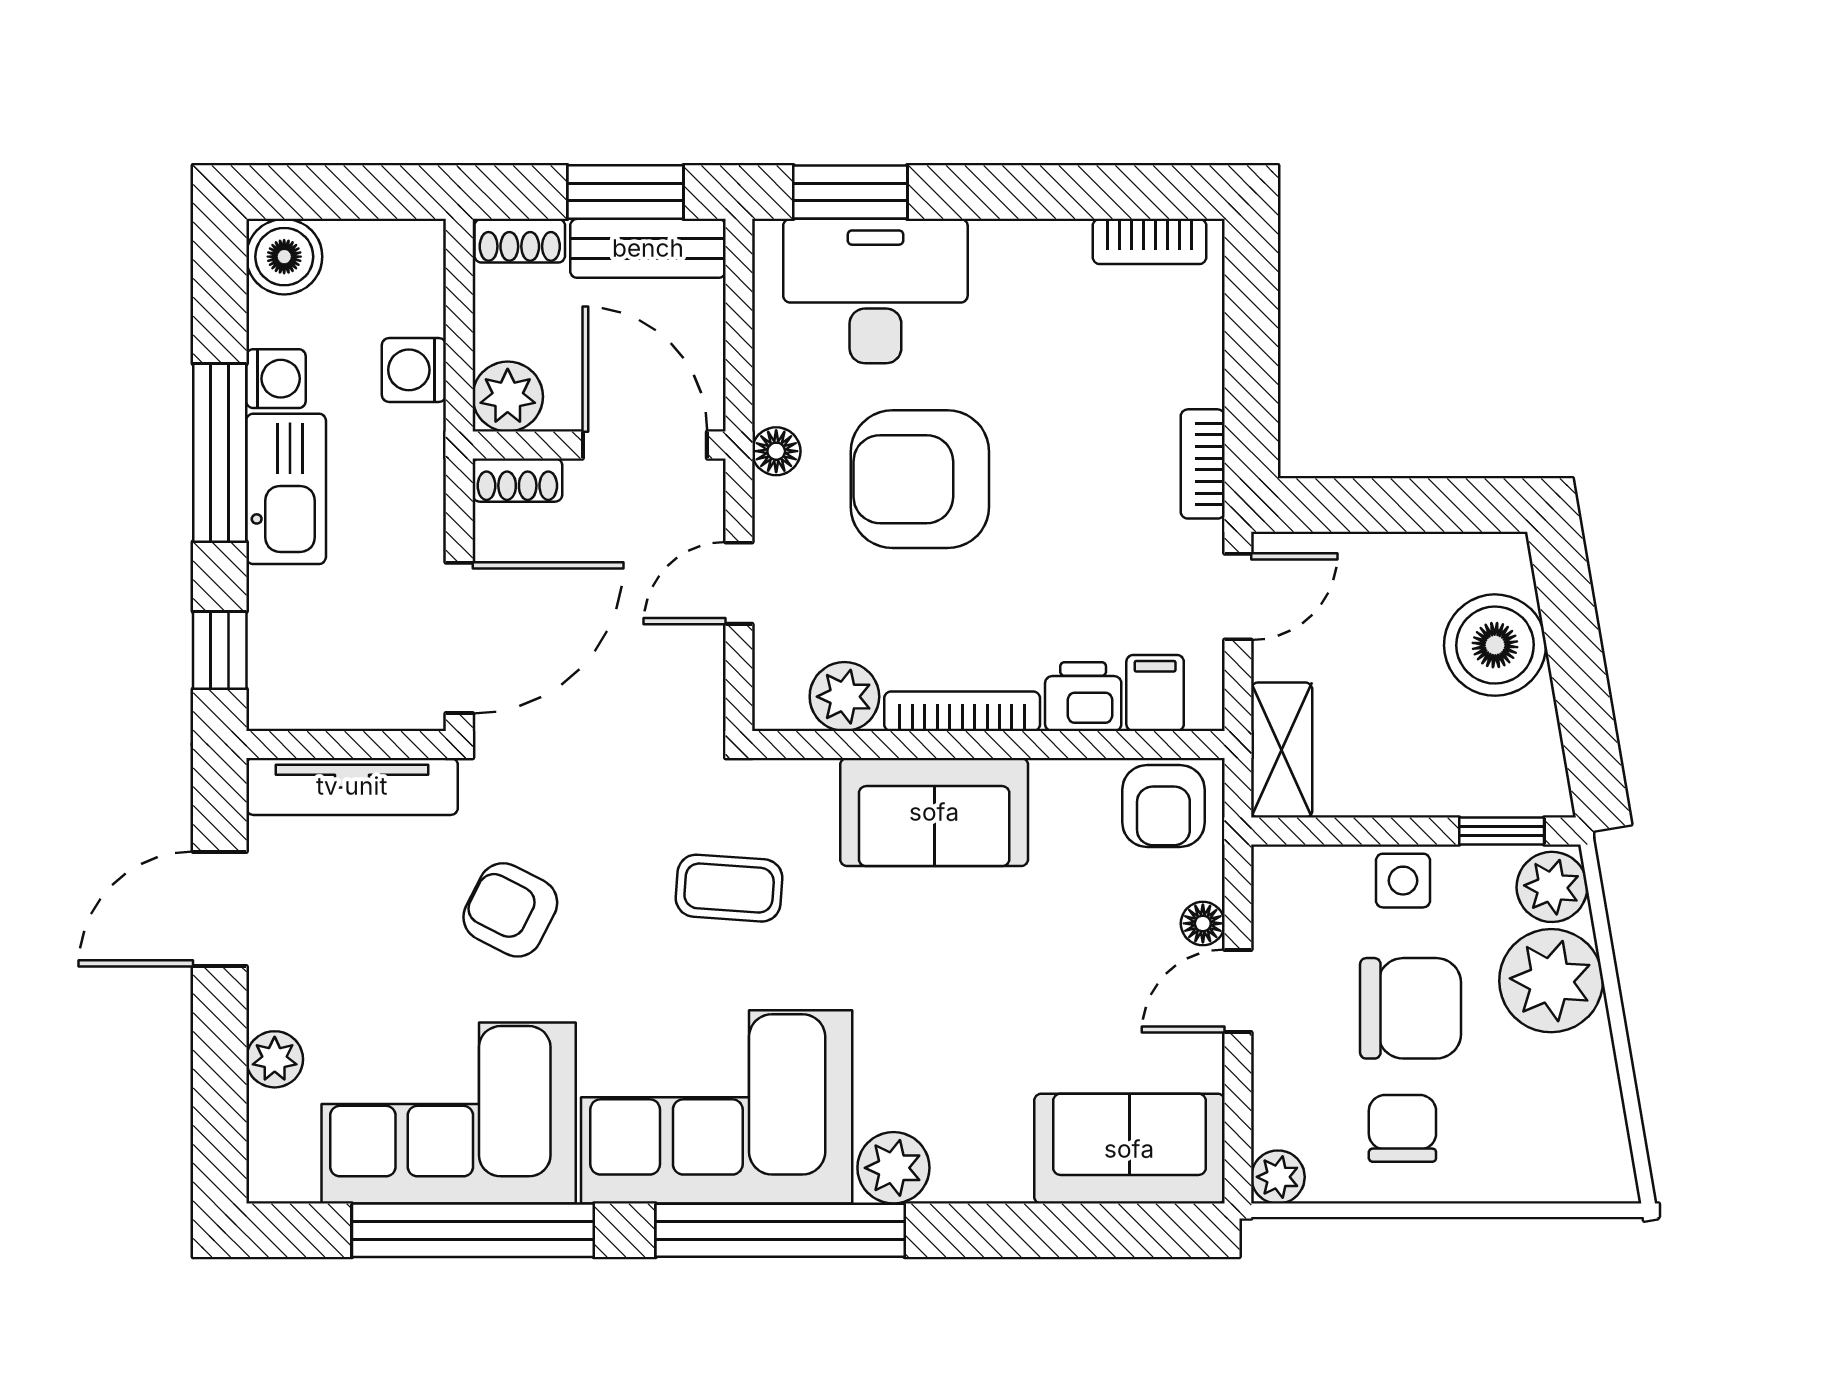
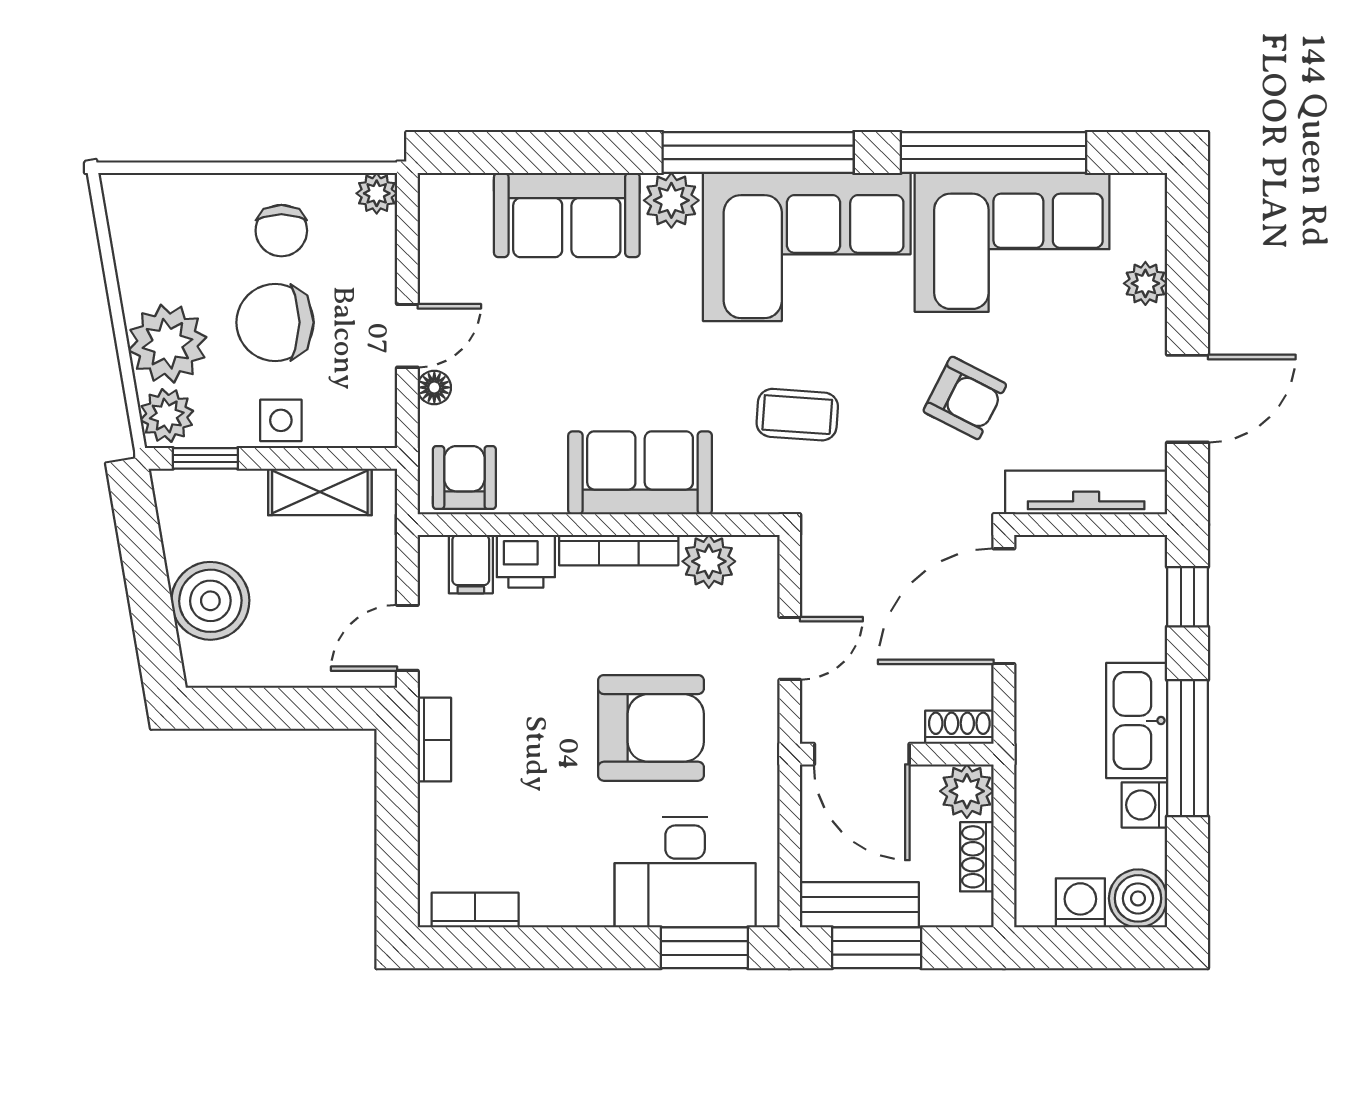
shoe rack: (520, 241) -> (977, 857), moved, turned -90
washing machine: (414, 370) -> (1080, 903), moved, turned -90
floor lamp: (776, 451) -> (761, 749), removed
shelving: (1282, 750) -> (320, 492), moved, turned 90
sofa: (1129, 1149) -> (567, 215), moved

